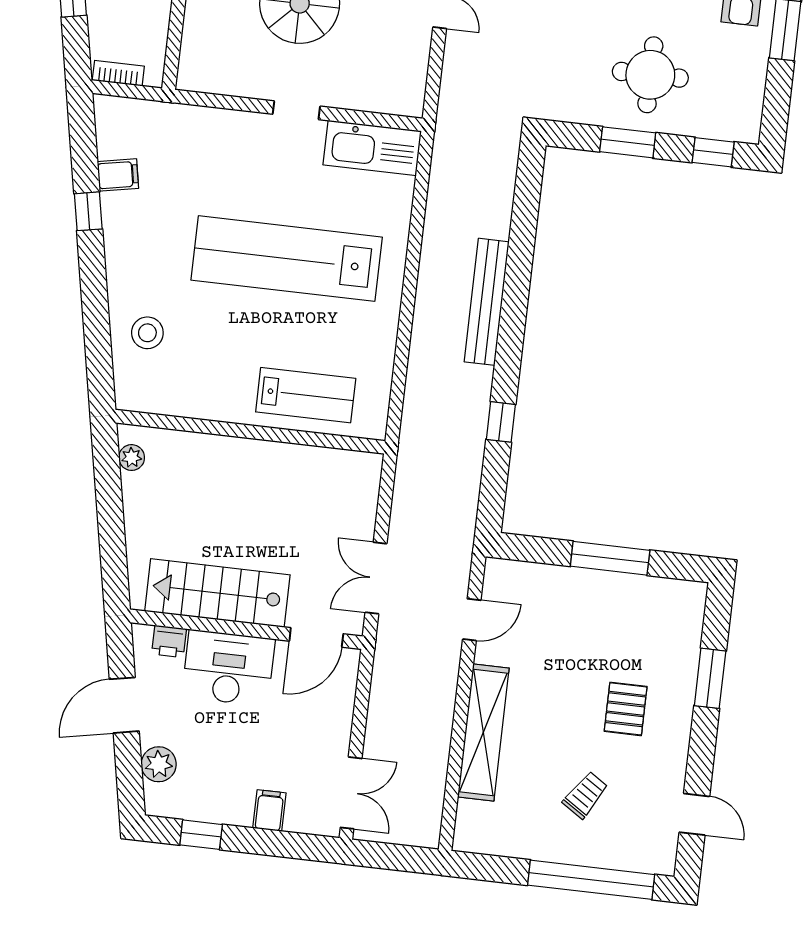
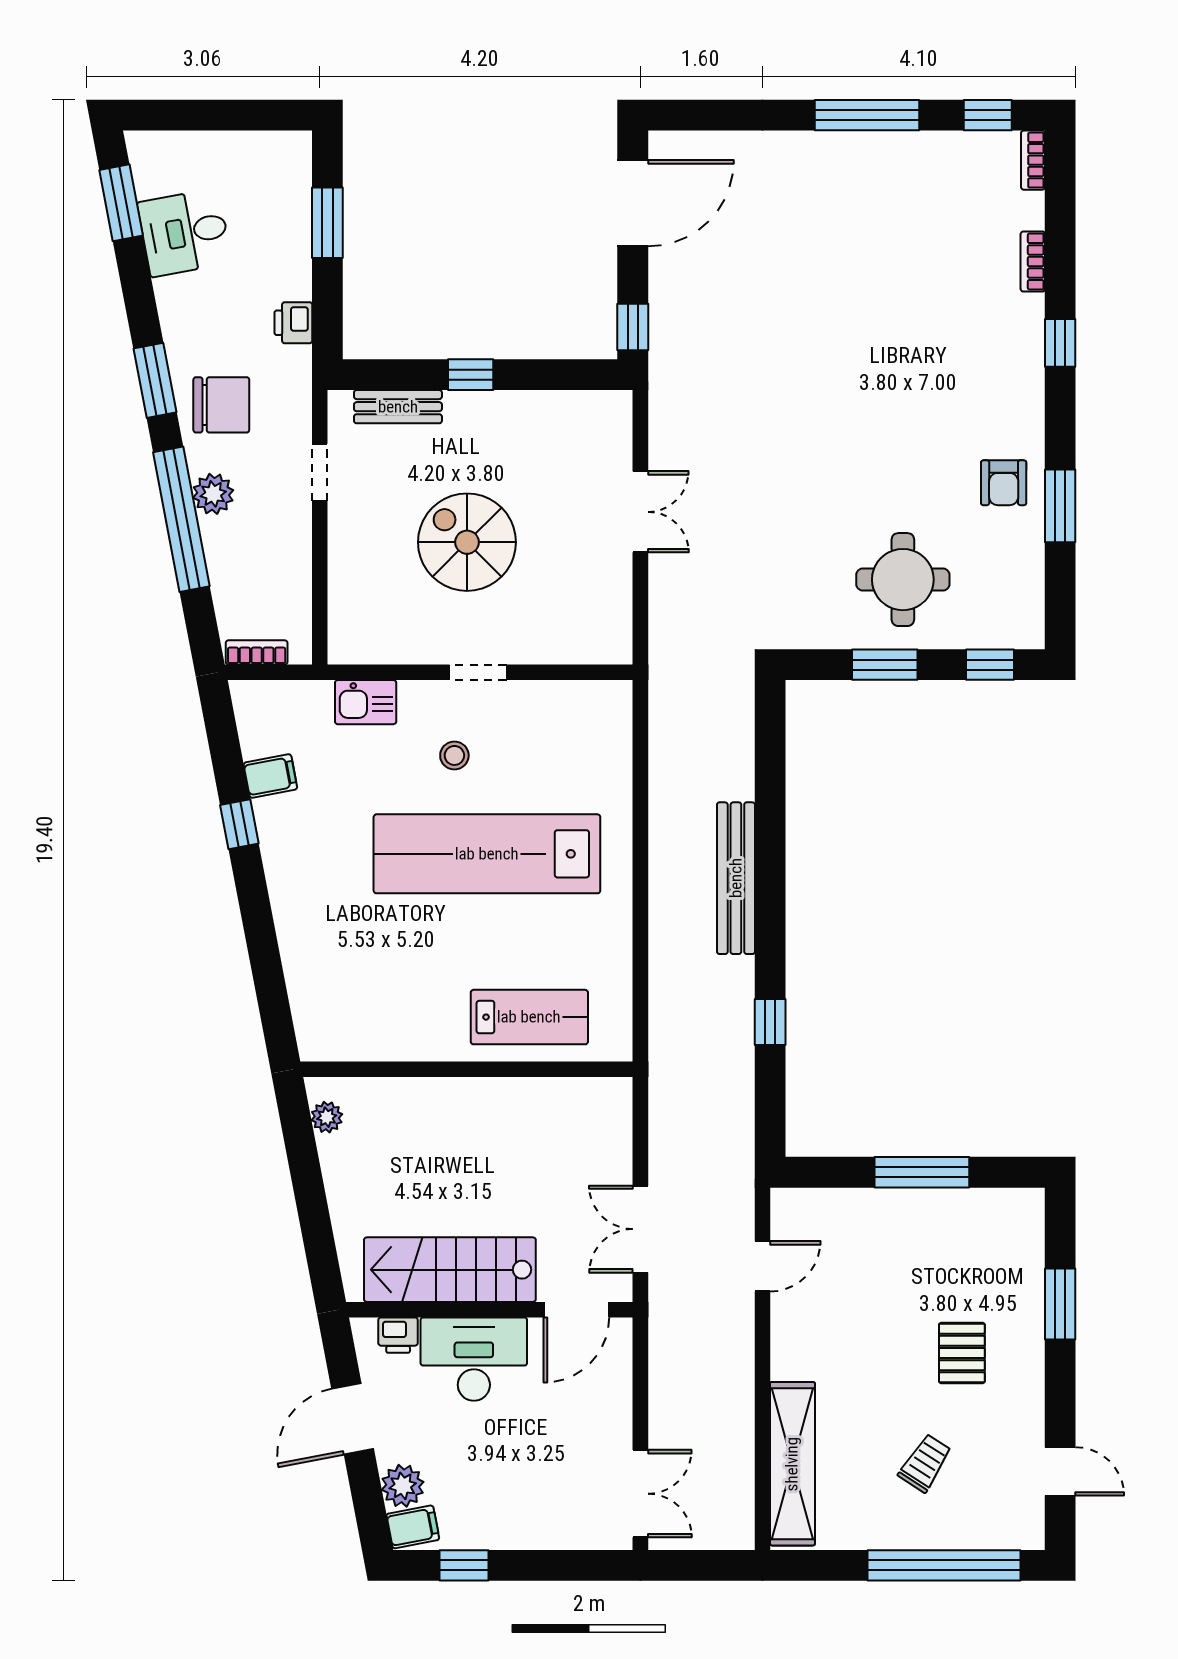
kitchen sink: (372, 148) -> (366, 702), moved, width x0.53, depth x0.81
stool: (147, 333) -> (454, 755), moved, width x0.73, depth x0.73
shelving: (483, 732) -> (792, 1464), moved
filing cabinet: (269, 810) -> (413, 1527), moved, turned 79

